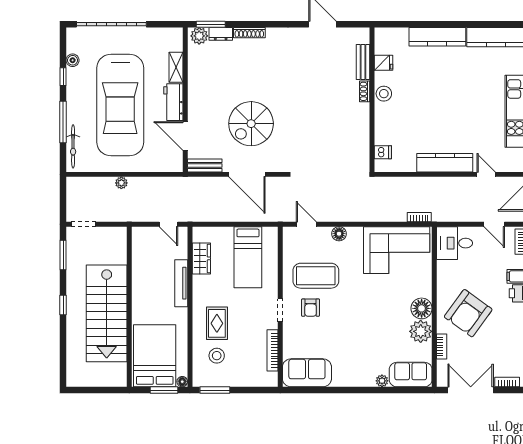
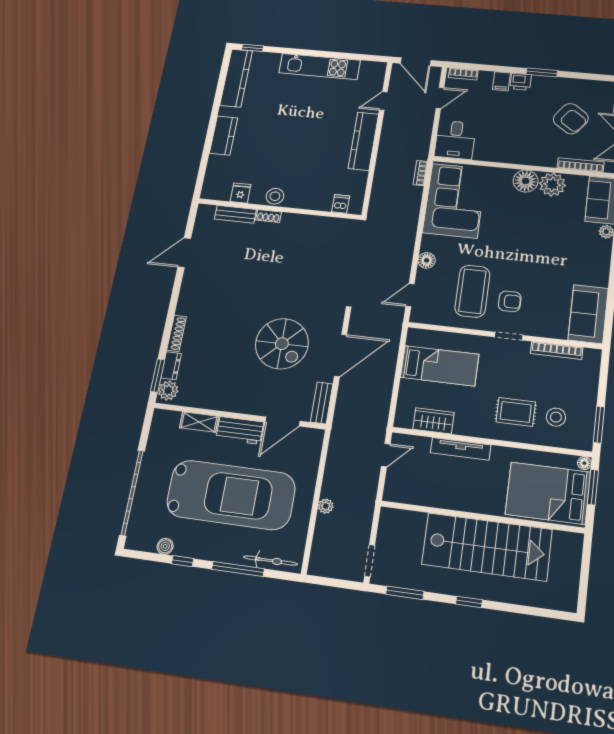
kitchen counter: (437, 37) -> (223, 136), width x0.67
armchair: (468, 313) -> (571, 119), moved, width x0.73, depth x0.73
bookcase: (442, 346) -> (581, 165), width x1.56

